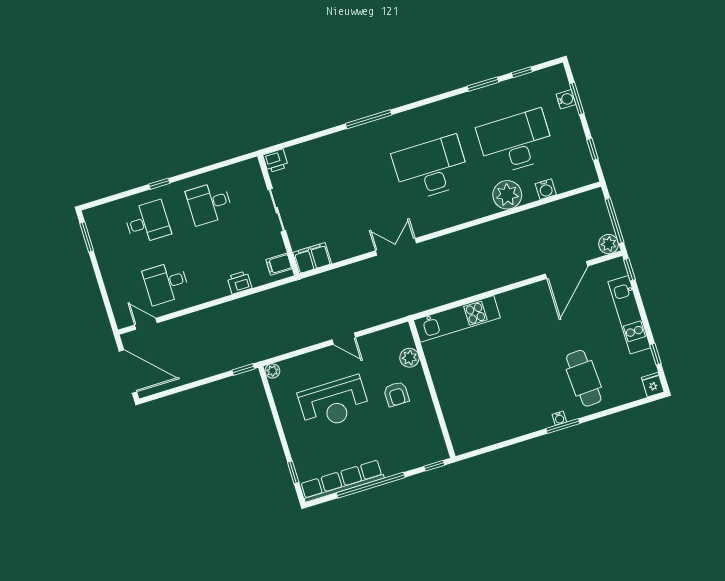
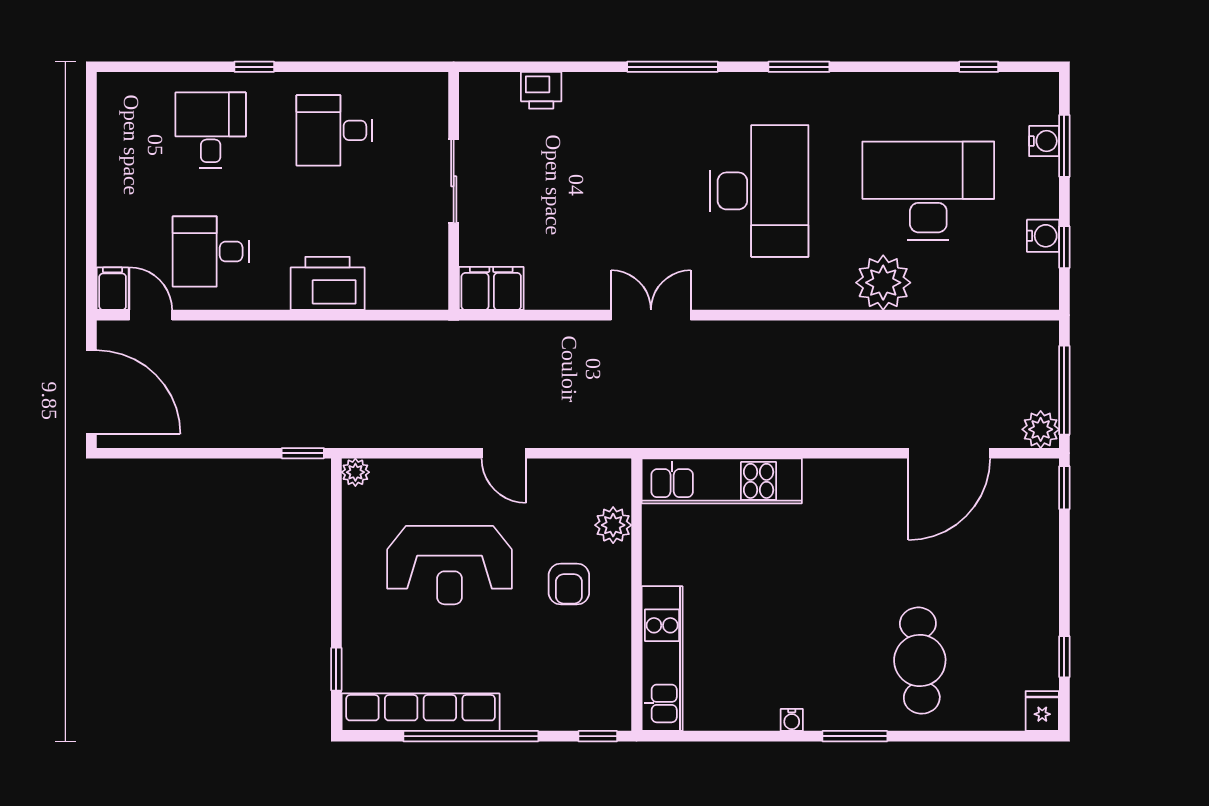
window: (483, 84) -> (799, 67), moved
printer: (275, 161) -> (541, 90), moved
desk: (431, 168) -> (759, 191), turned 90
water cooler: (546, 189) -> (1043, 236), moved, turned -90
desk: (147, 222) -> (211, 130), turned -90
window: (87, 237) -> (91, 123), removed
filing cabinet: (279, 264) -> (113, 289), moved, turned 90
printer: (239, 282) -> (328, 283), width x1.87, depth x1.48
kitchen unit: (629, 315) -> (662, 659), moved, turned 180
water cooler: (559, 418) -> (792, 720), moved

